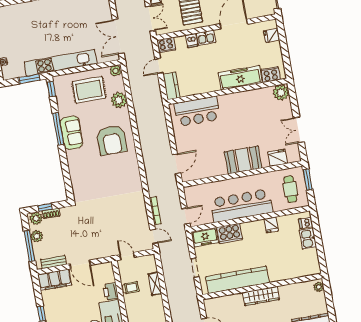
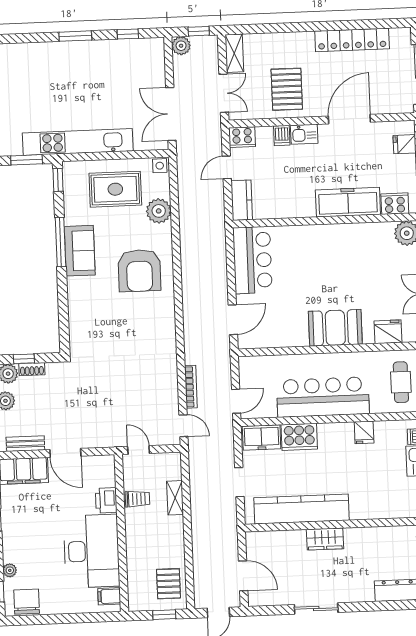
bar counter: (197, 111) -> (253, 260), moved, turned -90
wardrobe: (261, 296) -> (325, 539), width x0.67

